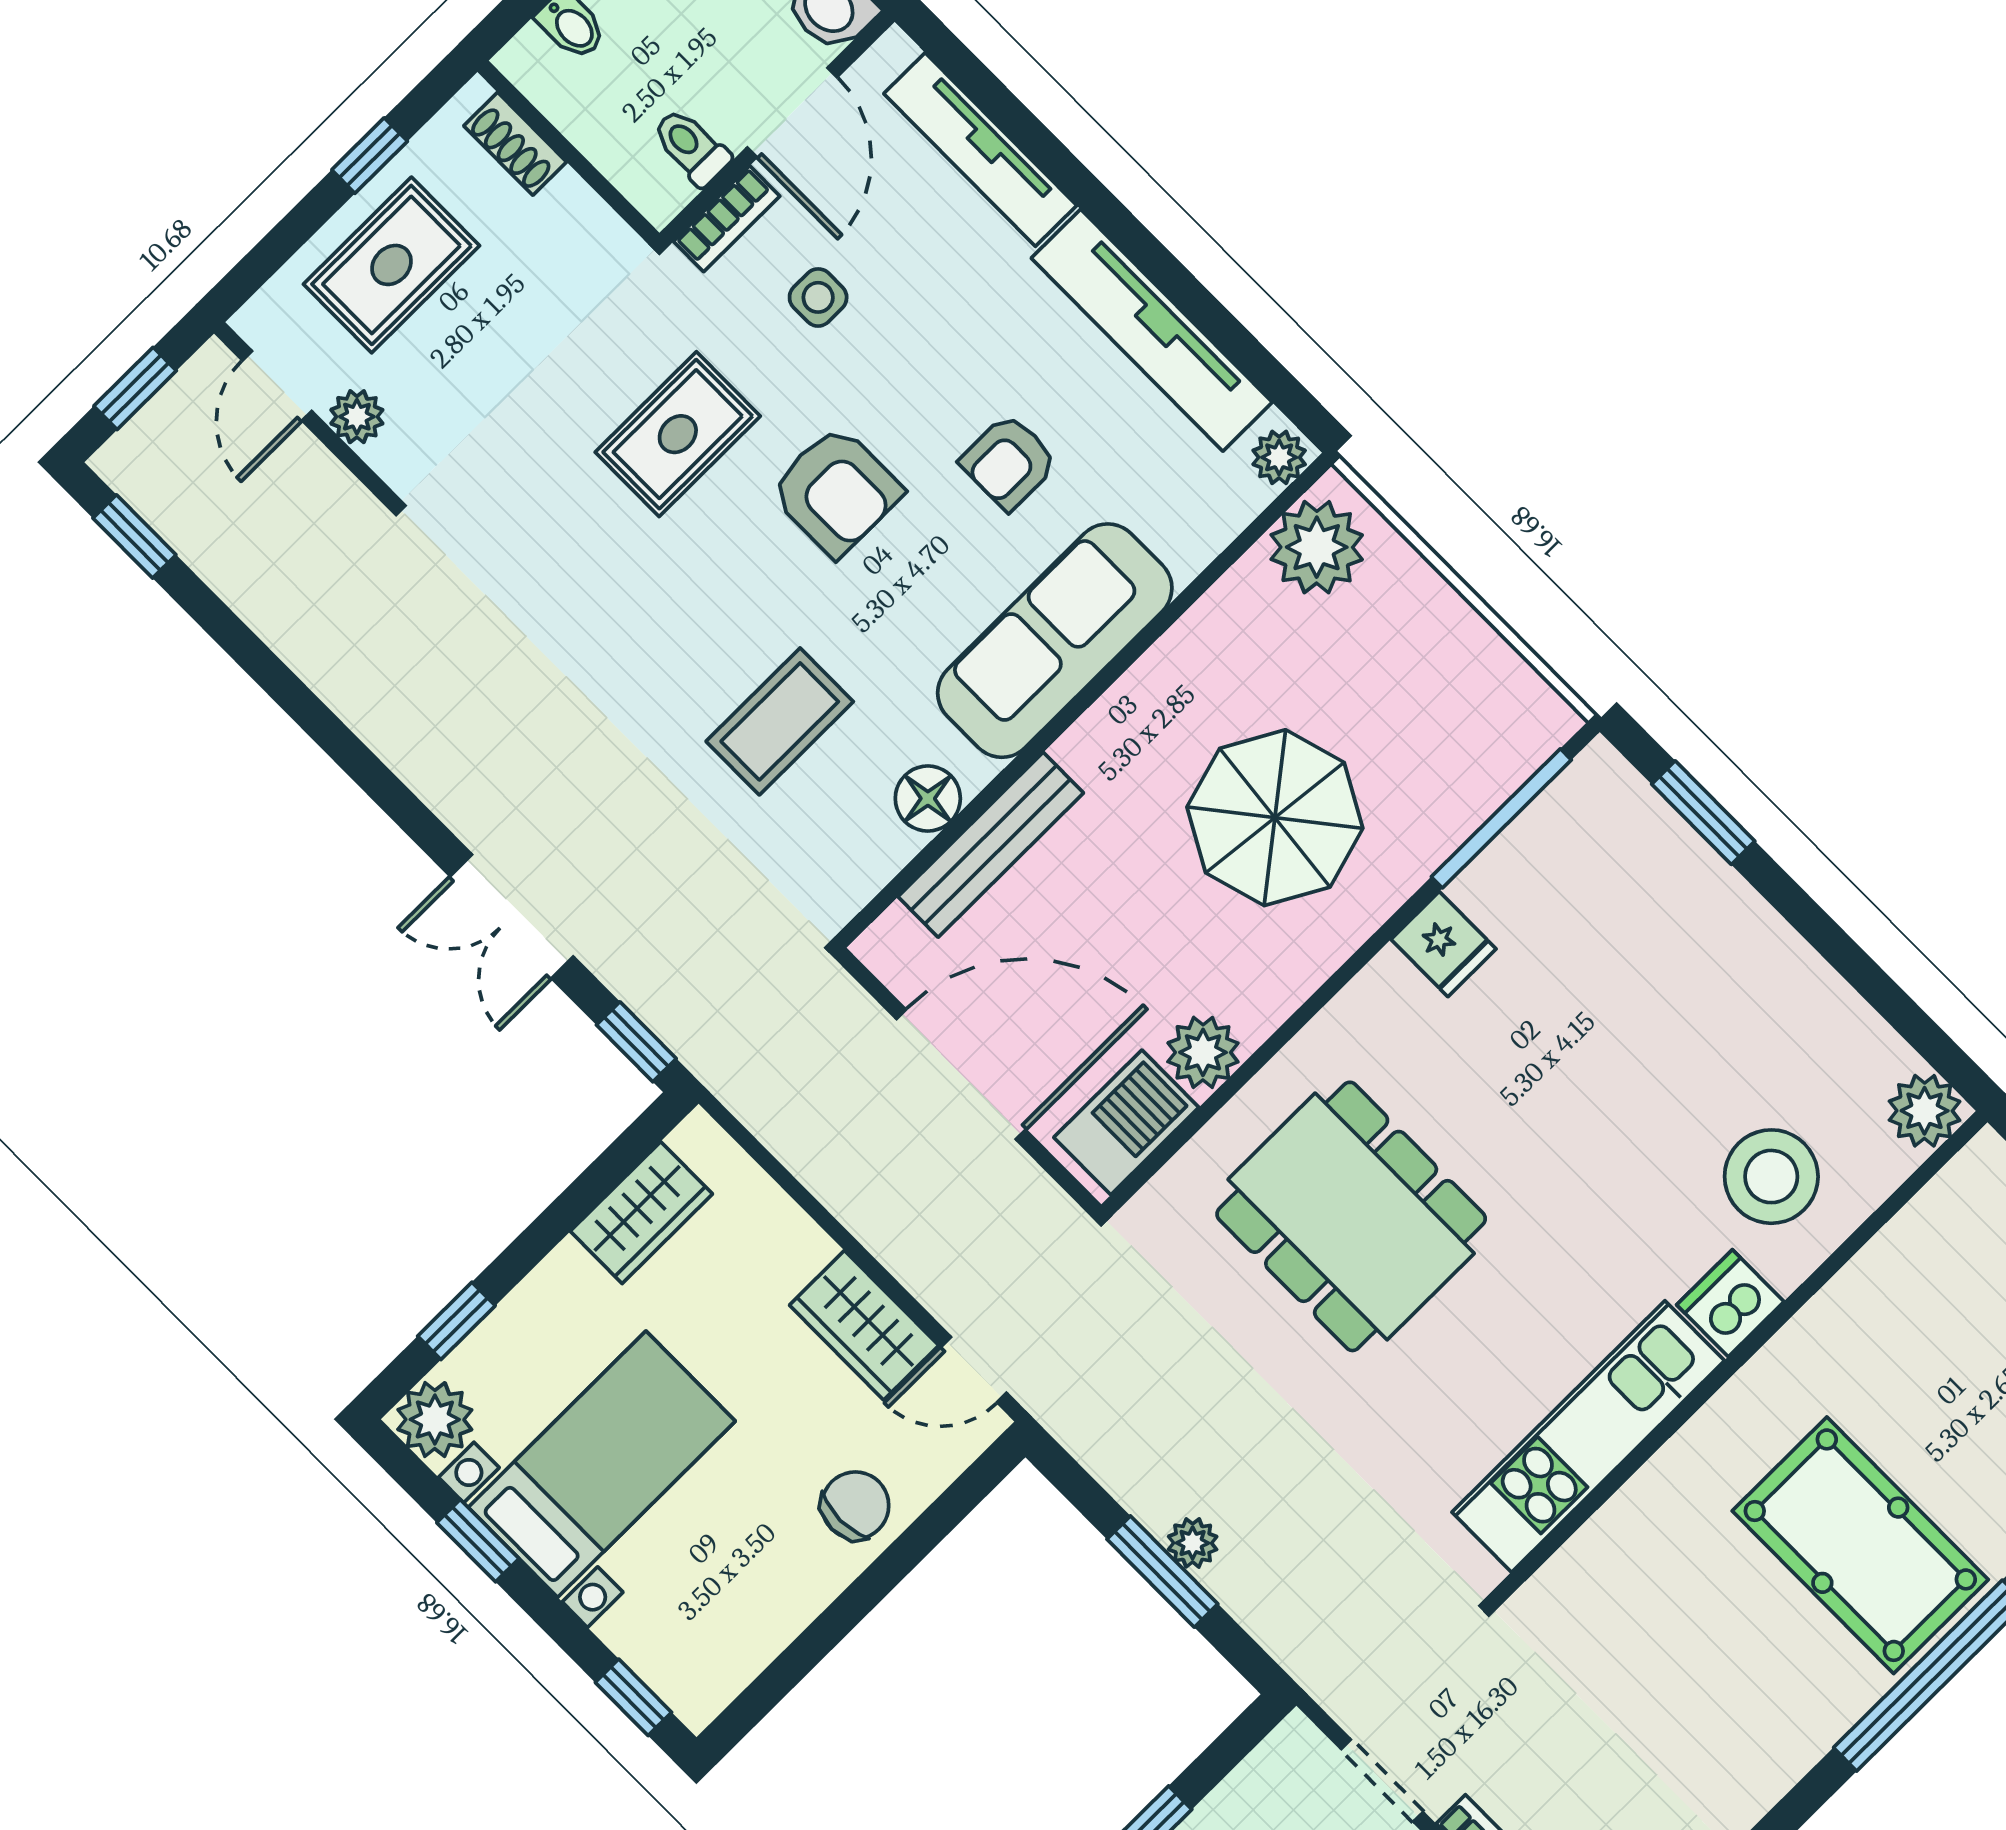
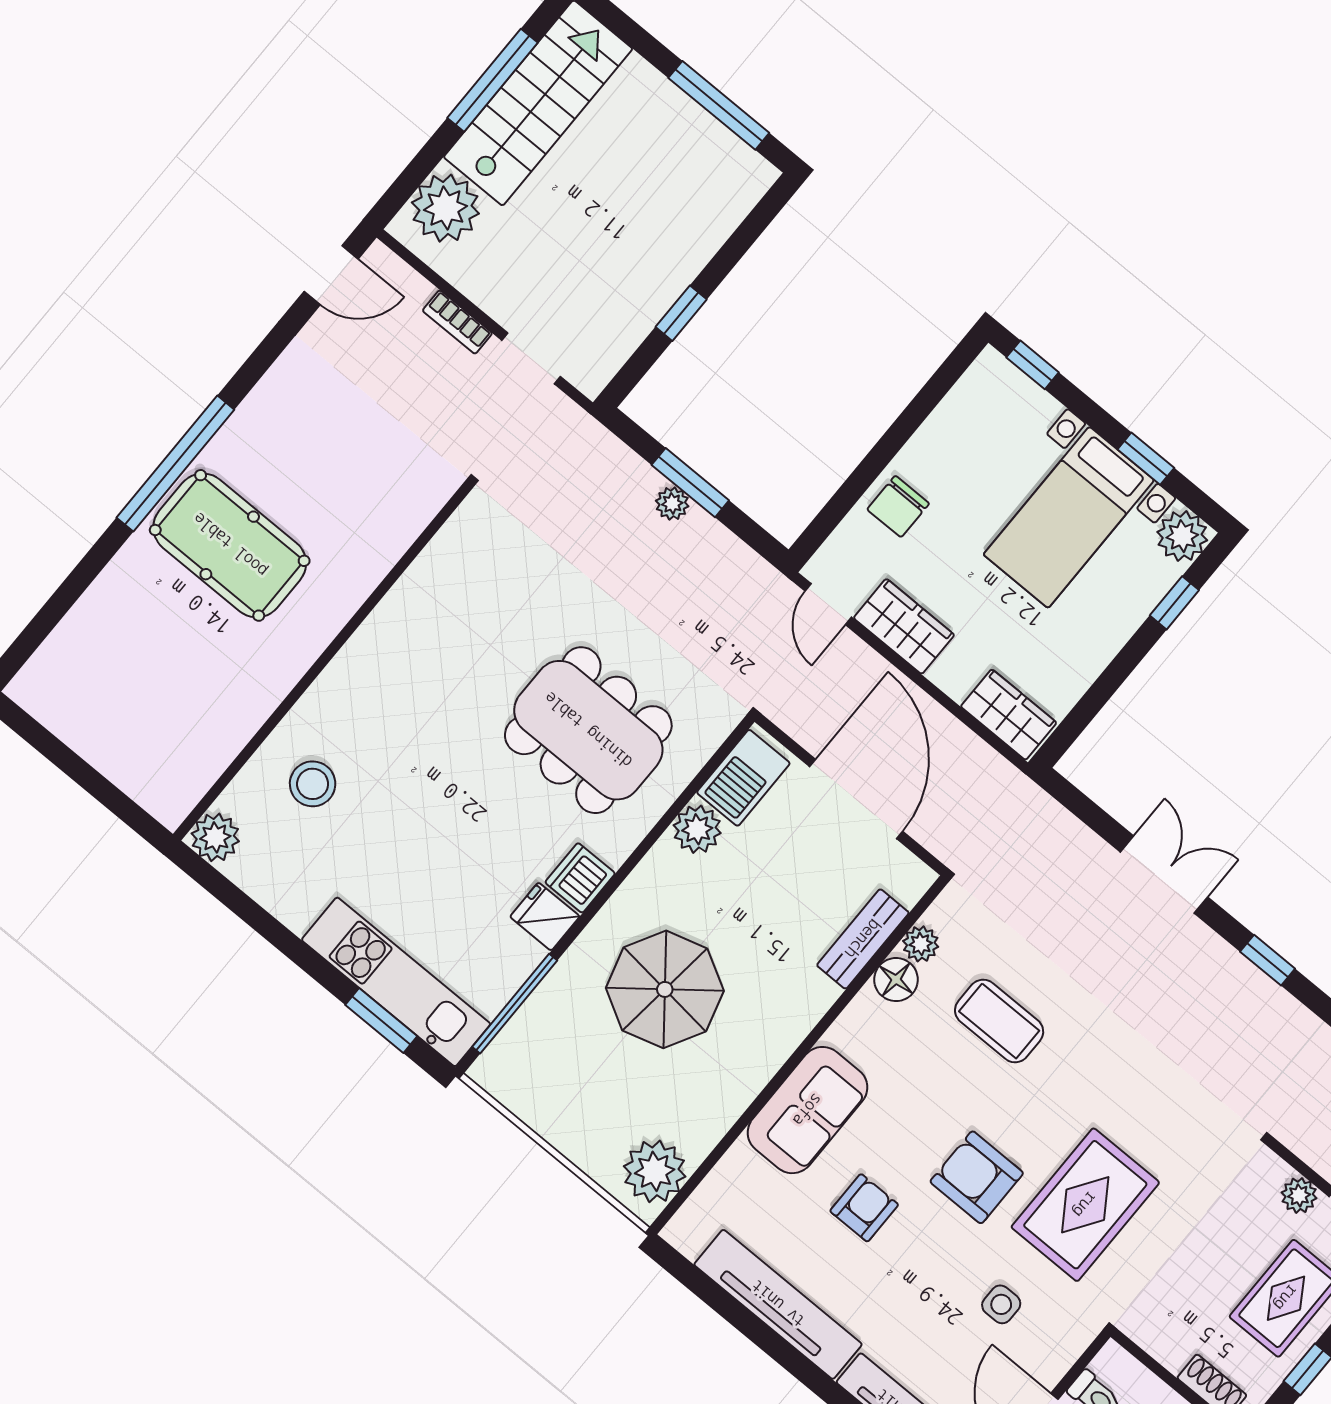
bookcase: (727, 219) -> (1067, 1351), removed
rug: (678, 434) -> (1085, 1205), width x1.36, depth x1.43
plant: (1279, 457) -> (921, 944), moved
sofa: (1055, 641) -> (808, 1110), width x0.73
coffee table: (780, 721) -> (999, 1021), turned 90
bench: (991, 845) -> (863, 939), width x0.73
window: (636, 1042) -> (1268, 960), moved
door: (961, 1074) -> (856, 799), swing flipped
stool: (1771, 1177) -> (313, 784), width x0.73, depth x0.73
wardrobe: (641, 1213) -> (1009, 715), moved, turned 90
dishwasher: (1730, 1303) -> (580, 878), moved, turned 180
door: (974, 1370) -> (828, 604), swing flipped
kitchen unit: (1588, 1436) -> (396, 982), moved, turned -90

